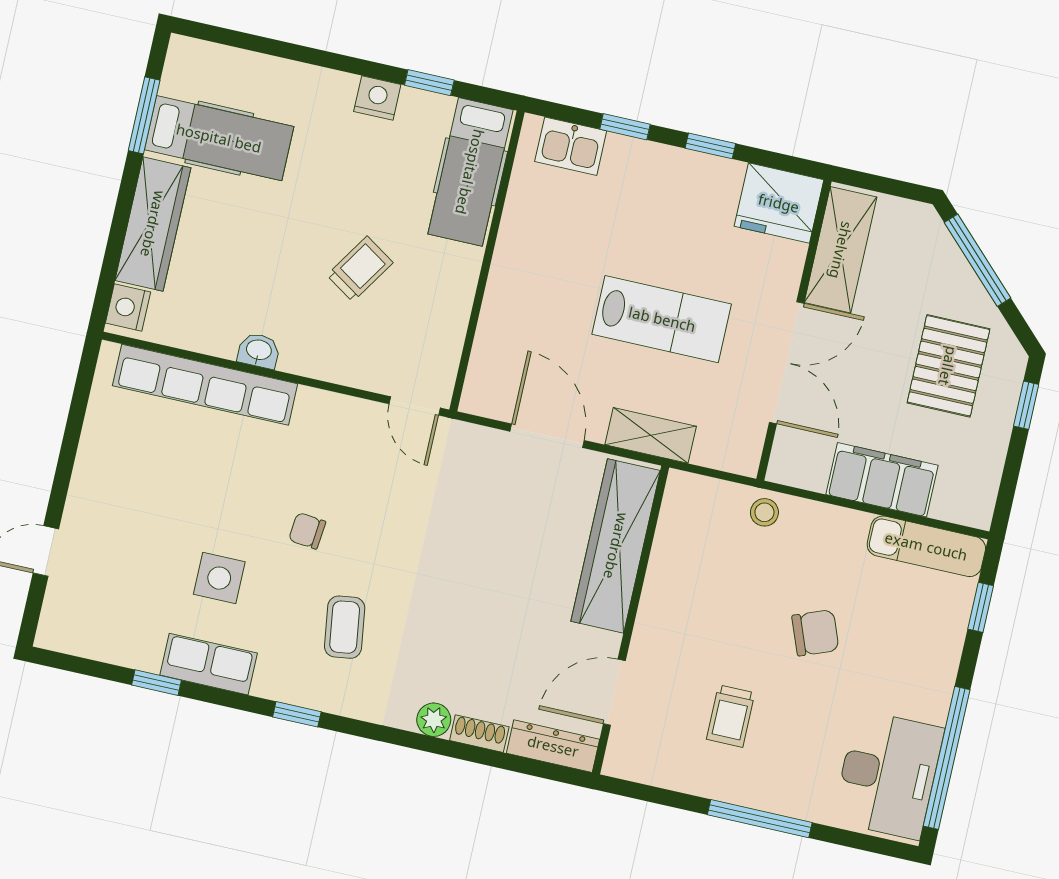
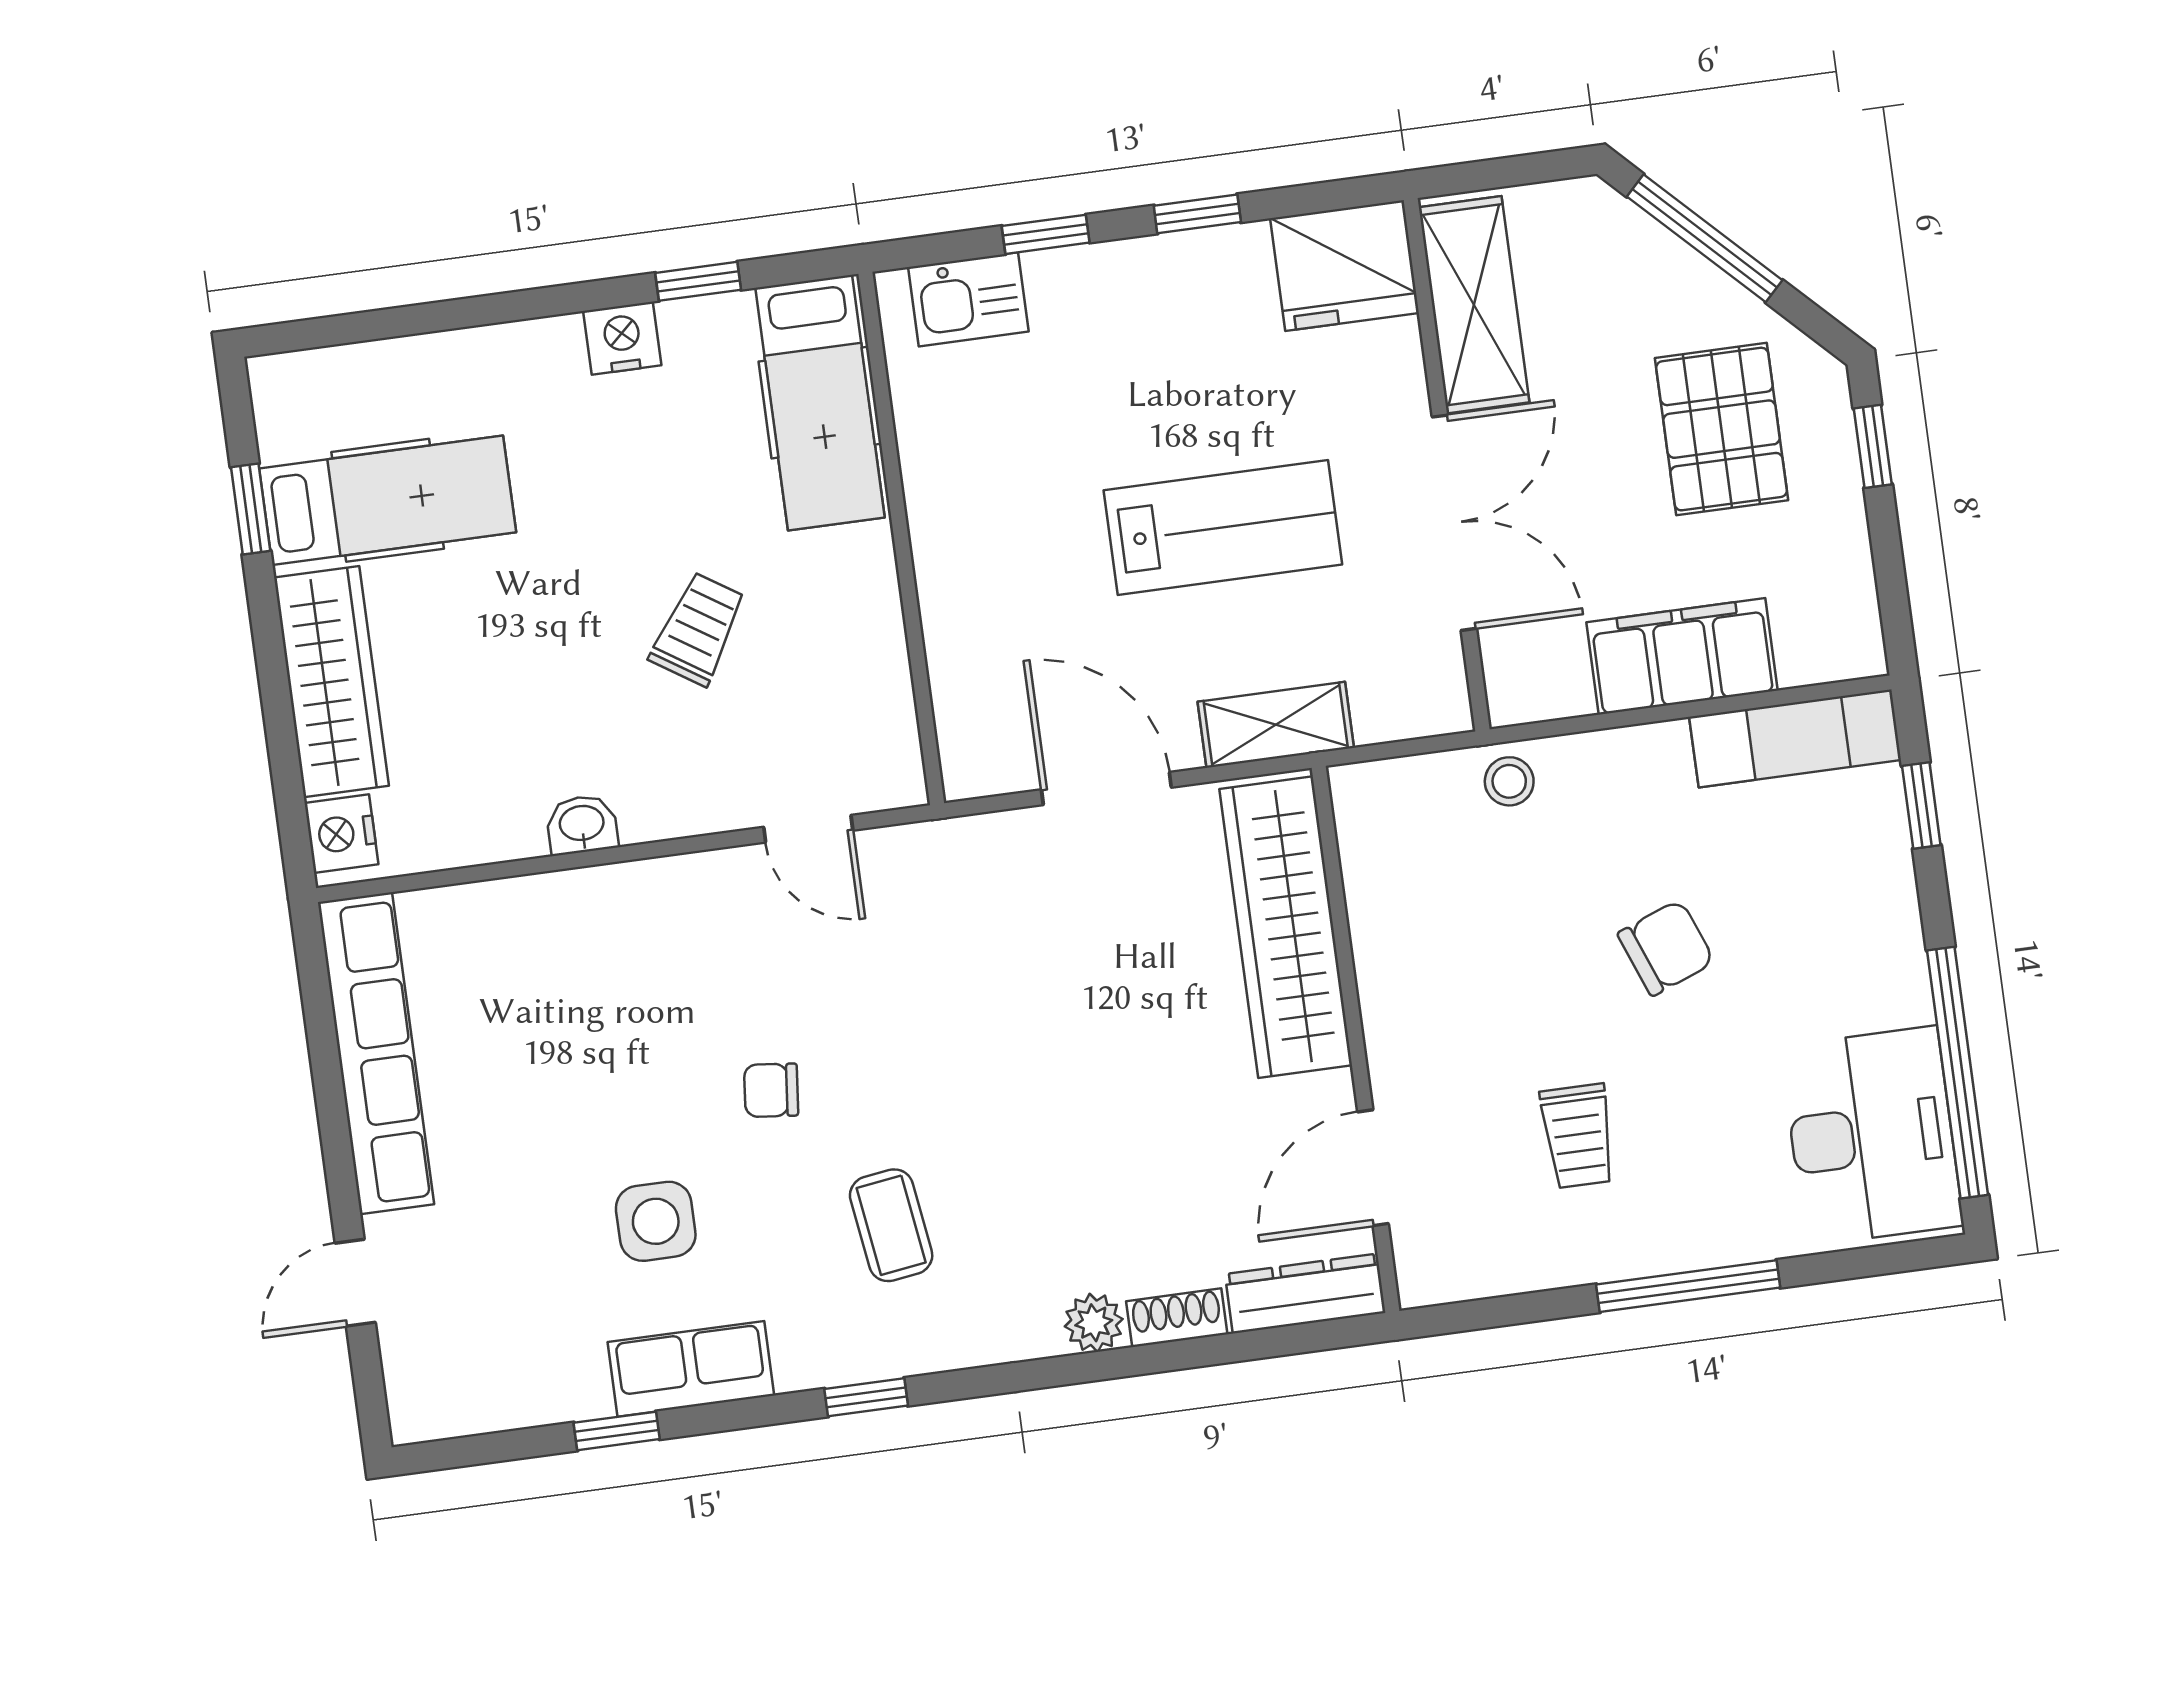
window: (144, 115) -> (251, 509), width x0.67
row of seats: (205, 385) -> (376, 1053), moved, turned -90
door: (415, 406) -> (808, 829), moved

